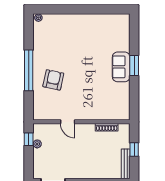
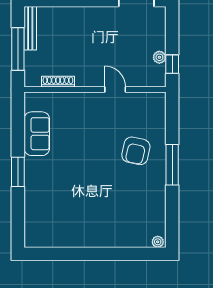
sofa: (121, 67) -> (37, 134), moved
window: (29, 70) -> (172, 165), width x0.68
window: (134, 150) -> (18, 49), width x2.17

